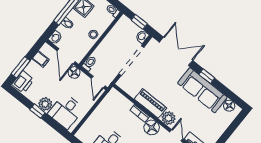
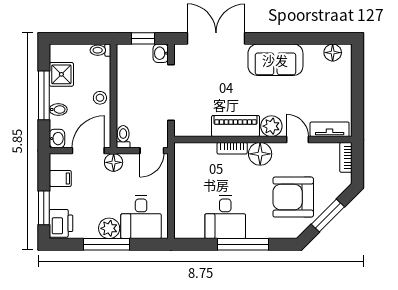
door: (66, 56) -> (88, 151), swing flipped
window: (207, 76) -> (277, 38), removed
door: (98, 82) -> (152, 151), hinge flipped
sofa: (202, 90) -> (275, 60), width x0.73
window: (37, 111) -> (107, 244), width x2.17

